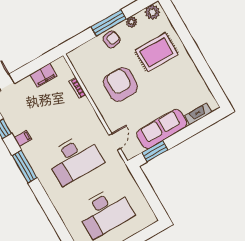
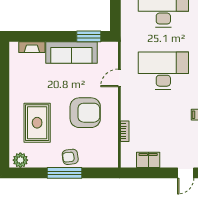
plant: (132, 22) -> (44, 162), removed
rug: (157, 52) -> (37, 123), turned 90
armchair: (120, 84) -> (85, 113), turned -90
door: (115, 142) -> (119, 78), moved

